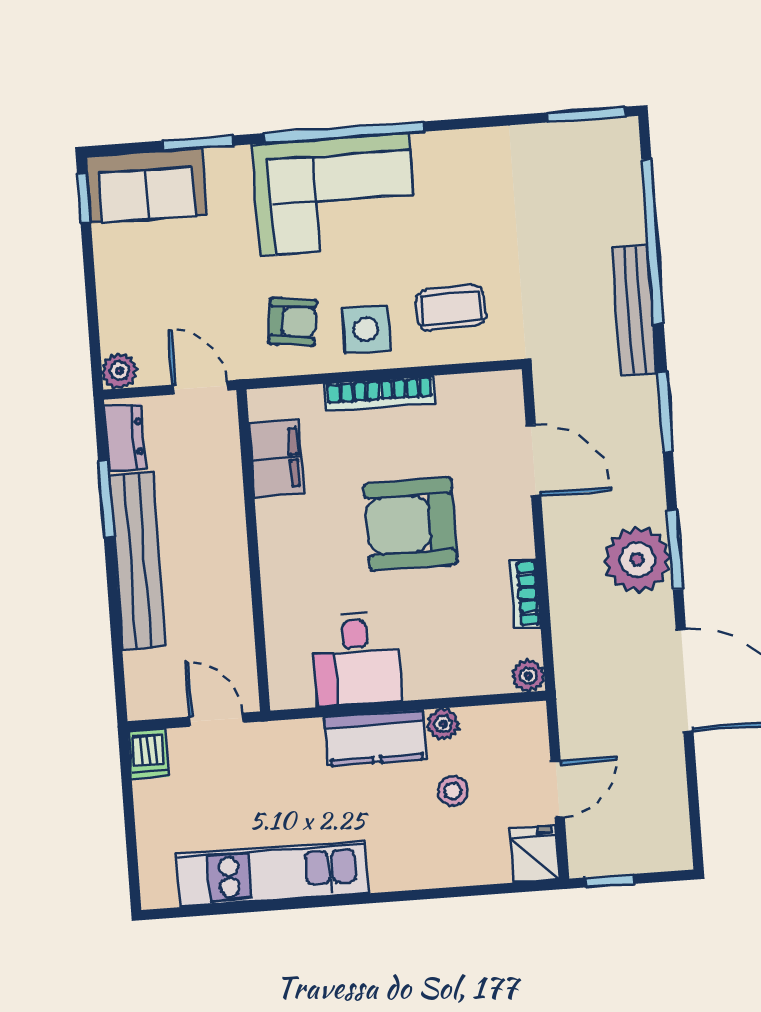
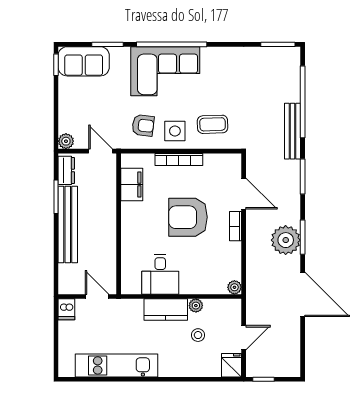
bookcase: (525, 594) -> (236, 226), moved

